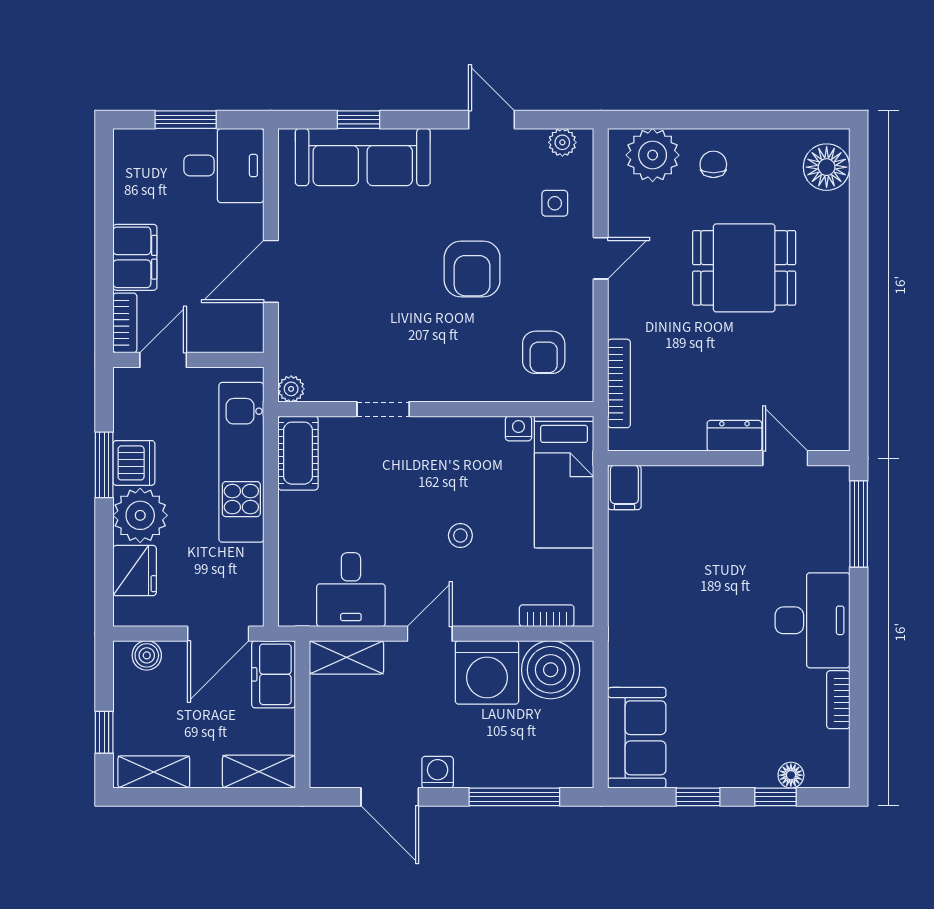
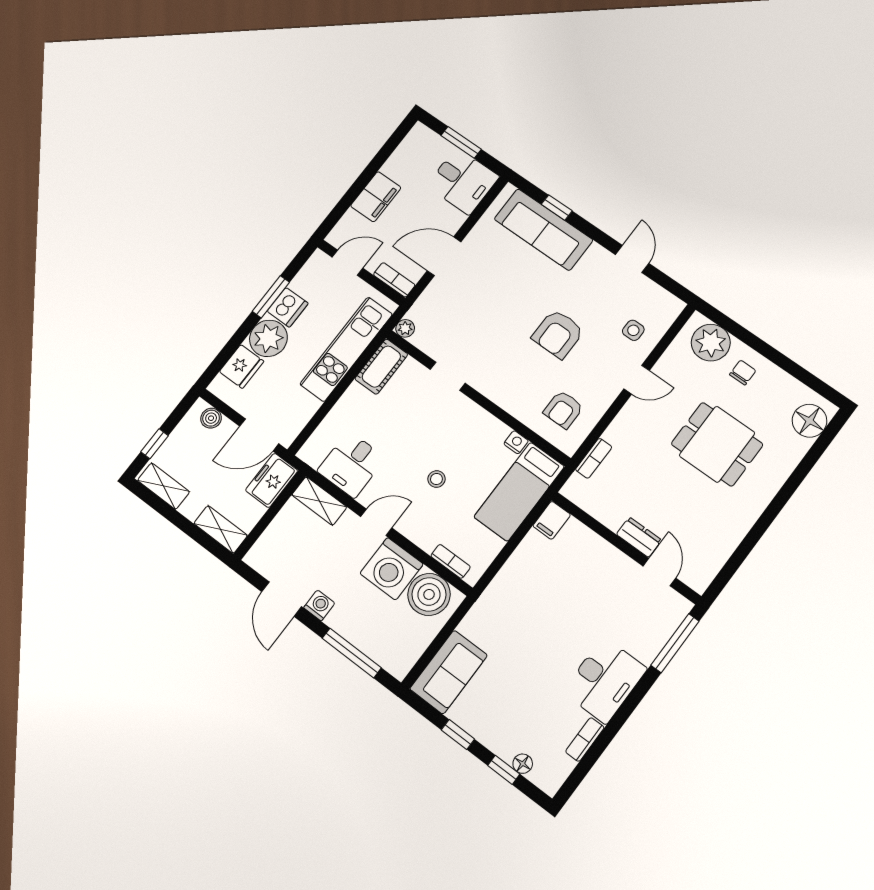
plant: (562, 142) -> (663, 299), removed
bookcase: (125, 323) -> (394, 280), moved, turned -90
bookcase: (619, 383) -> (594, 458), width x0.64

